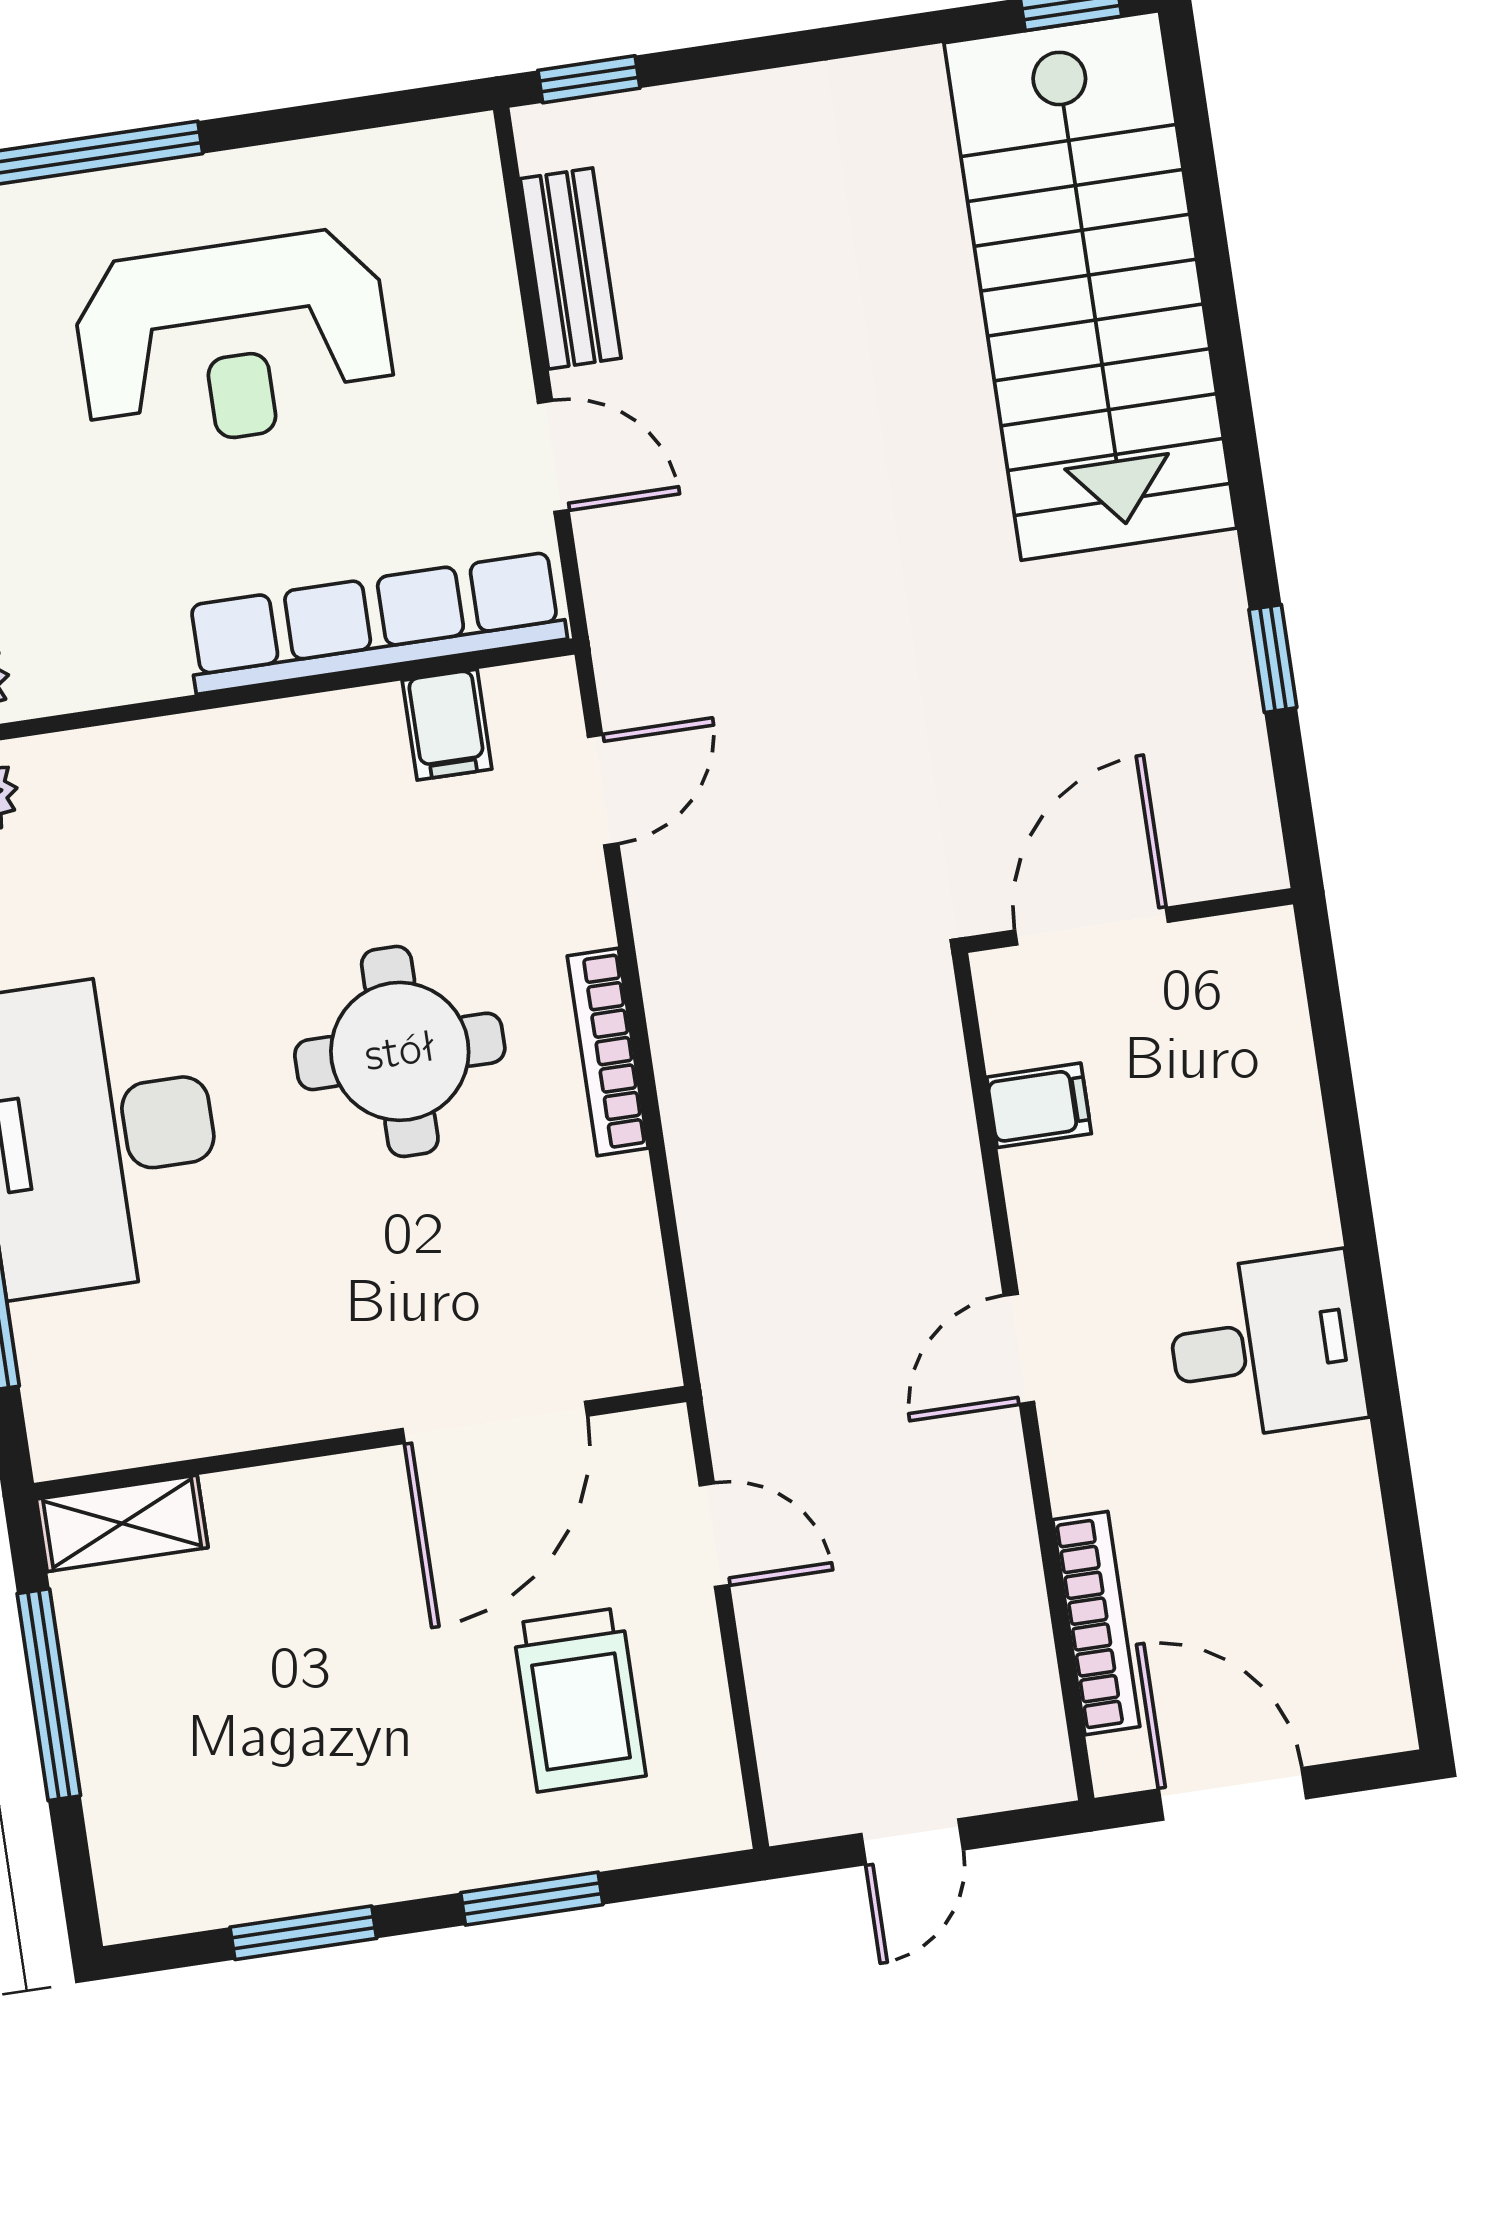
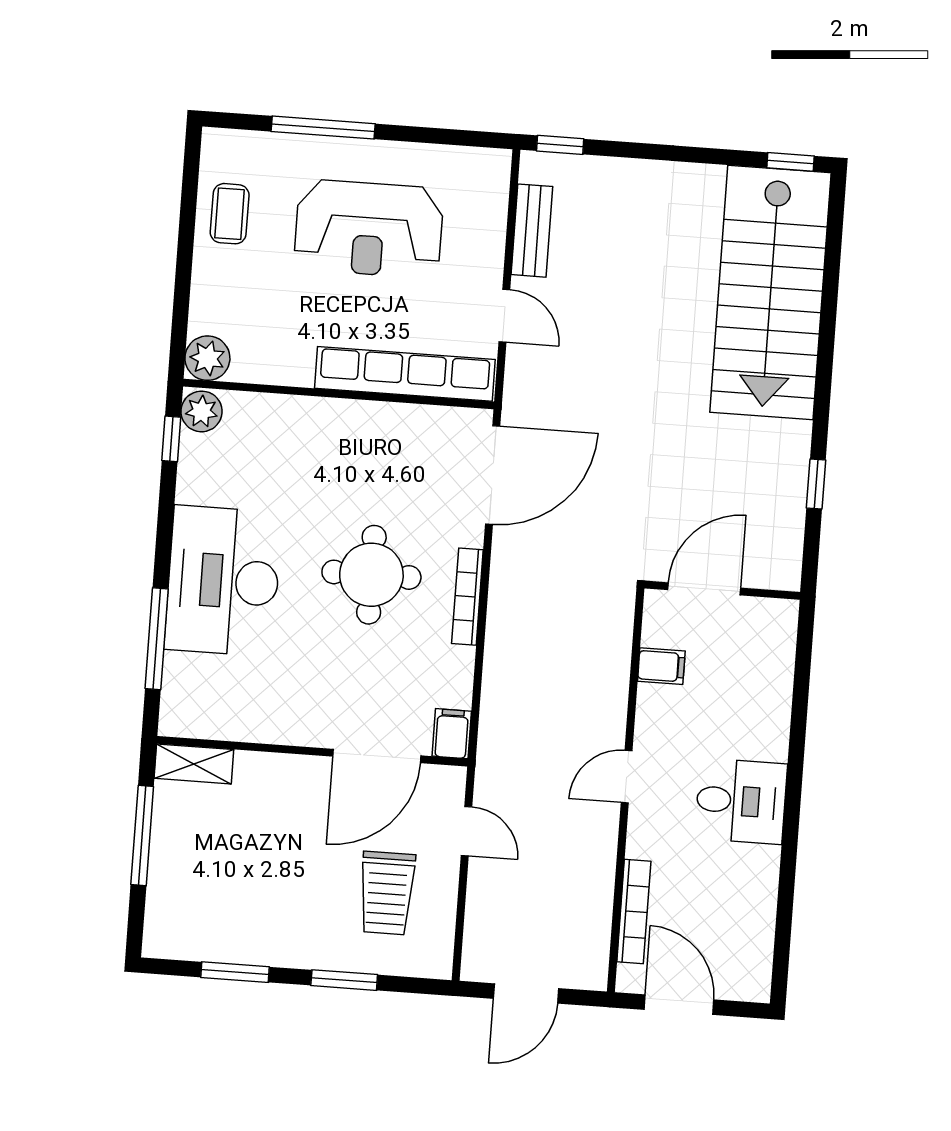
filing cabinet: (447, 725) -> (452, 734), moved, turned 180
door: (603, 790) -> (493, 475), width x1.88
door: (912, 1842) -> (526, 993), width x1.38

